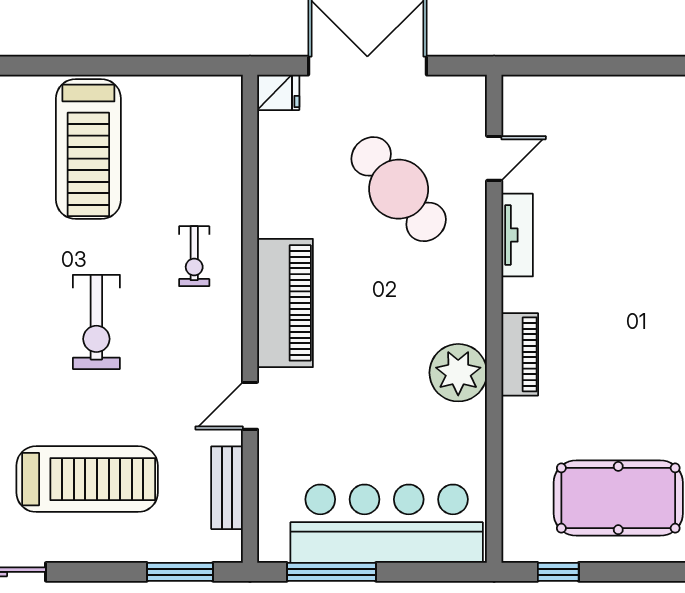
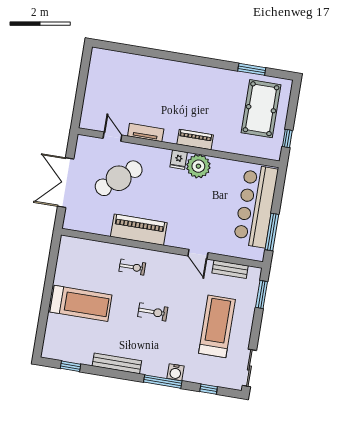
fridge: (278, 92) -> (179, 160), moved, turned 180
piano: (285, 303) -> (139, 230), moved
exercise bike: (96, 322) -> (153, 312), width x0.73, depth x0.72

